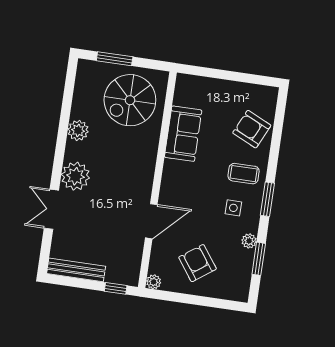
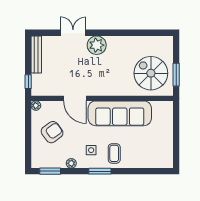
window: (115, 59) -> (176, 75), moved
armchair: (252, 129) -> (144, 155), removed
plant: (78, 130) -> (126, 43), removed
sofa: (183, 134) -> (120, 113), width x1.85, depth x1.27
window: (259, 259) -> (50, 171), moved

